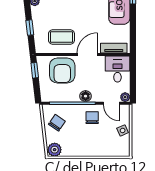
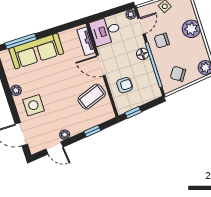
coffee table: (61, 37) -> (92, 97), turned 70
armchair: (62, 71) -> (125, 85), width x0.53, depth x0.53
plant: (94, 148) -> (191, 29), added

